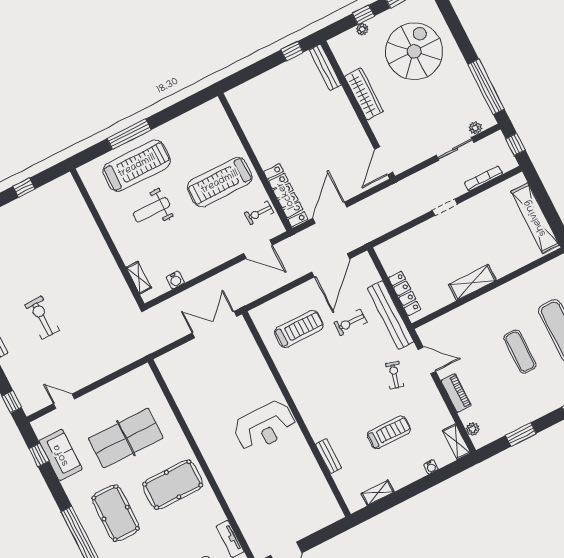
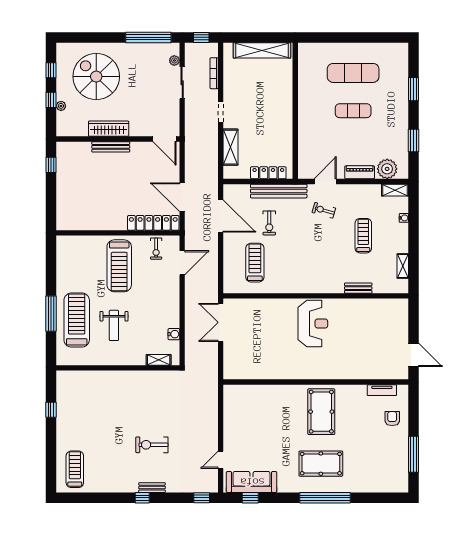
bench: (325, 67) -> (111, 147), moved
shelving: (472, 282) -> (231, 147), moved
plant: (473, 429) -> (387, 169), width x1.88, depth x1.88
table tennis table: (126, 438) -> (270, 428), removed
sofa: (61, 455) -> (252, 482), width x1.36

